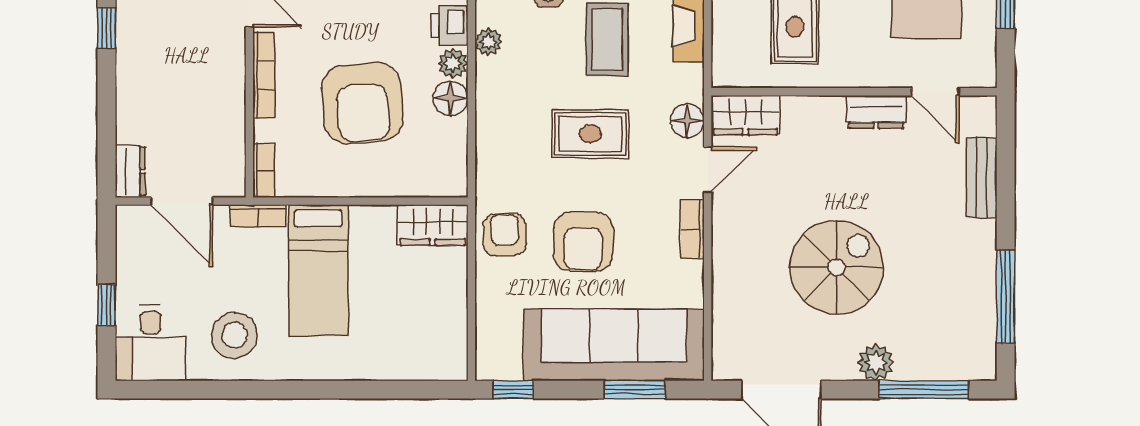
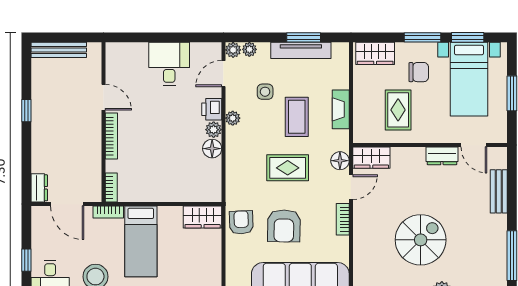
armchair: (362, 103) -> (165, 151), removed

